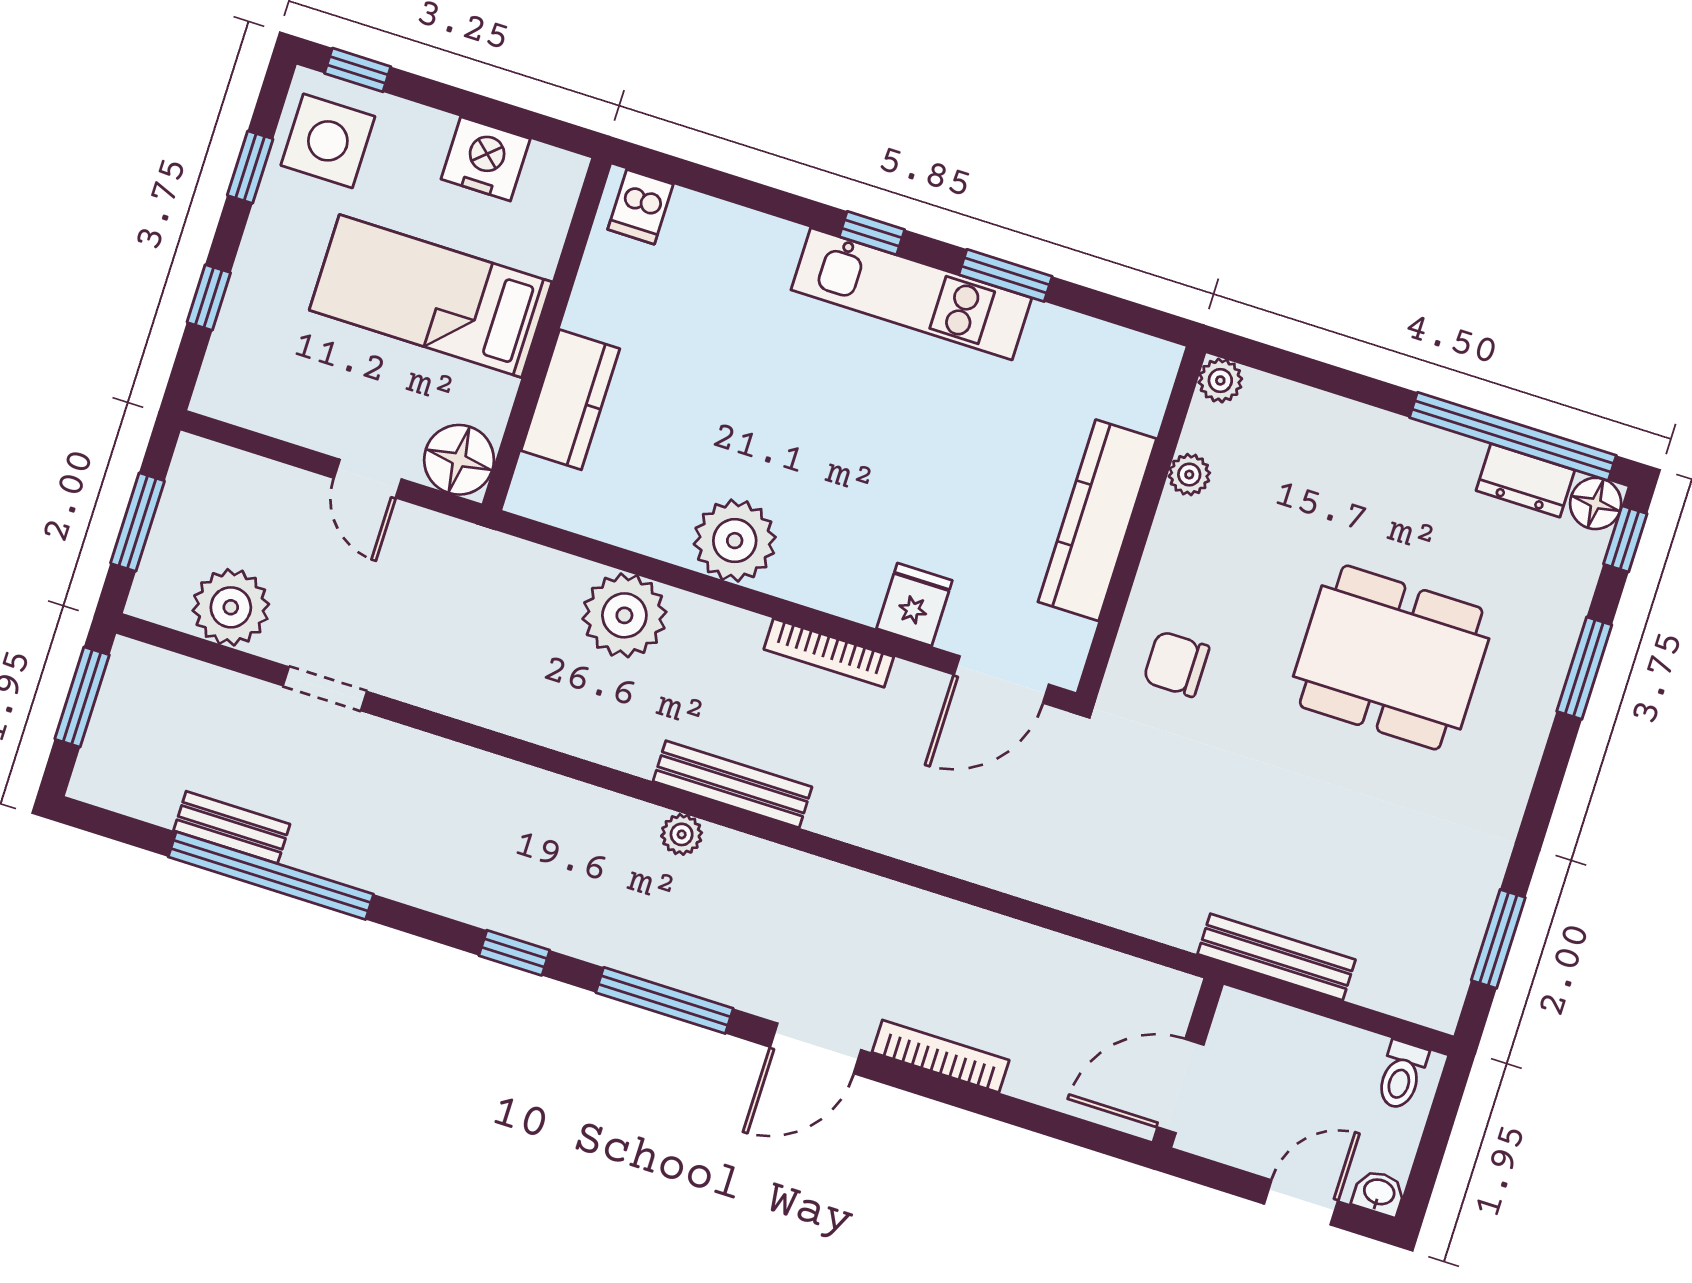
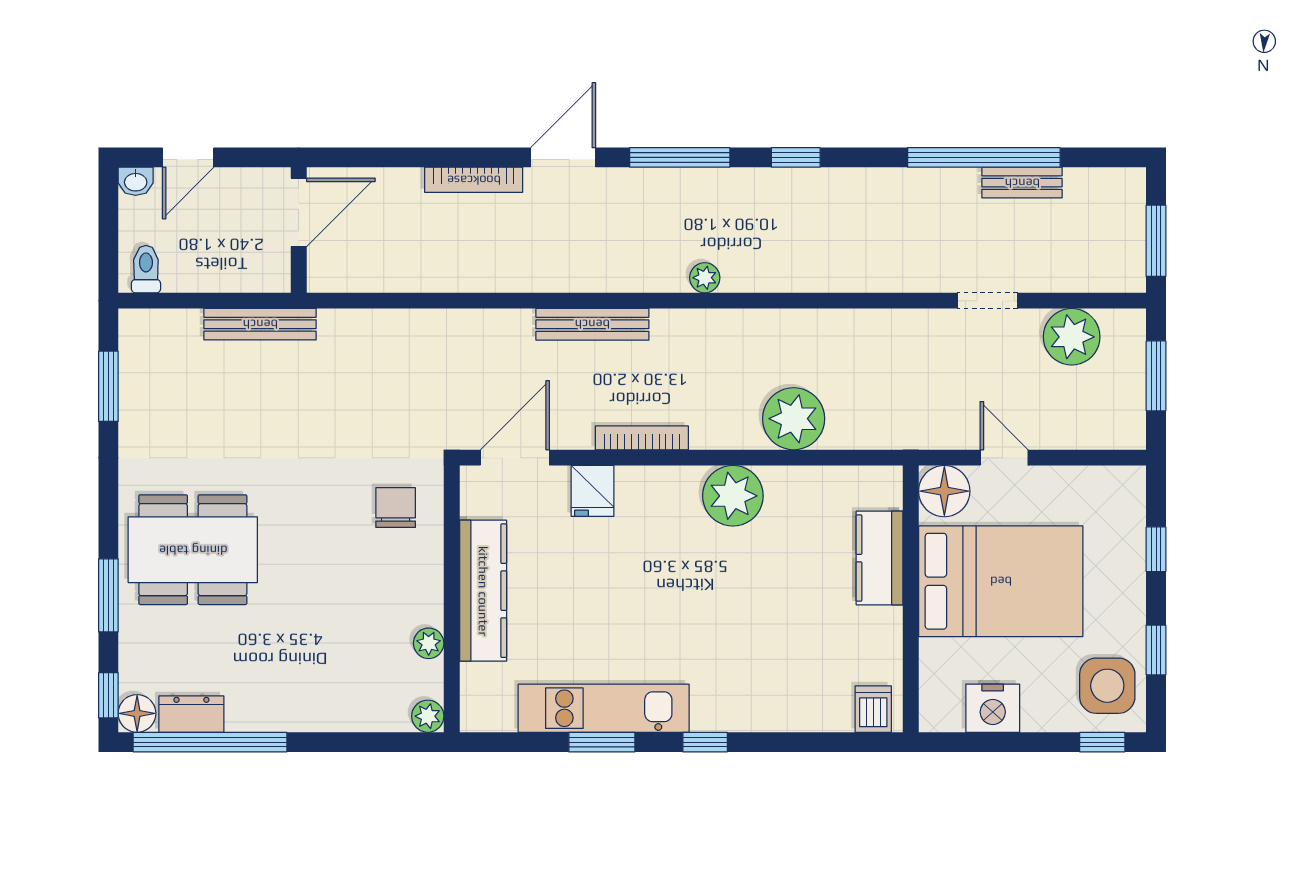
kitchen unit: (911, 294) -> (604, 708), moved
bed: (431, 296) -> (1001, 581), width x1.50
dining table: (1391, 657) -> (193, 550), moved
chair: (1176, 664) -> (396, 508), turned -90
bench: (732, 784) -> (592, 324), moved

